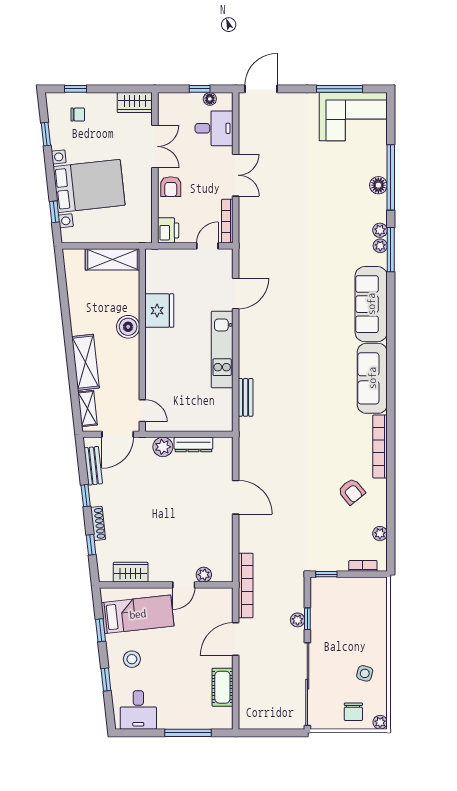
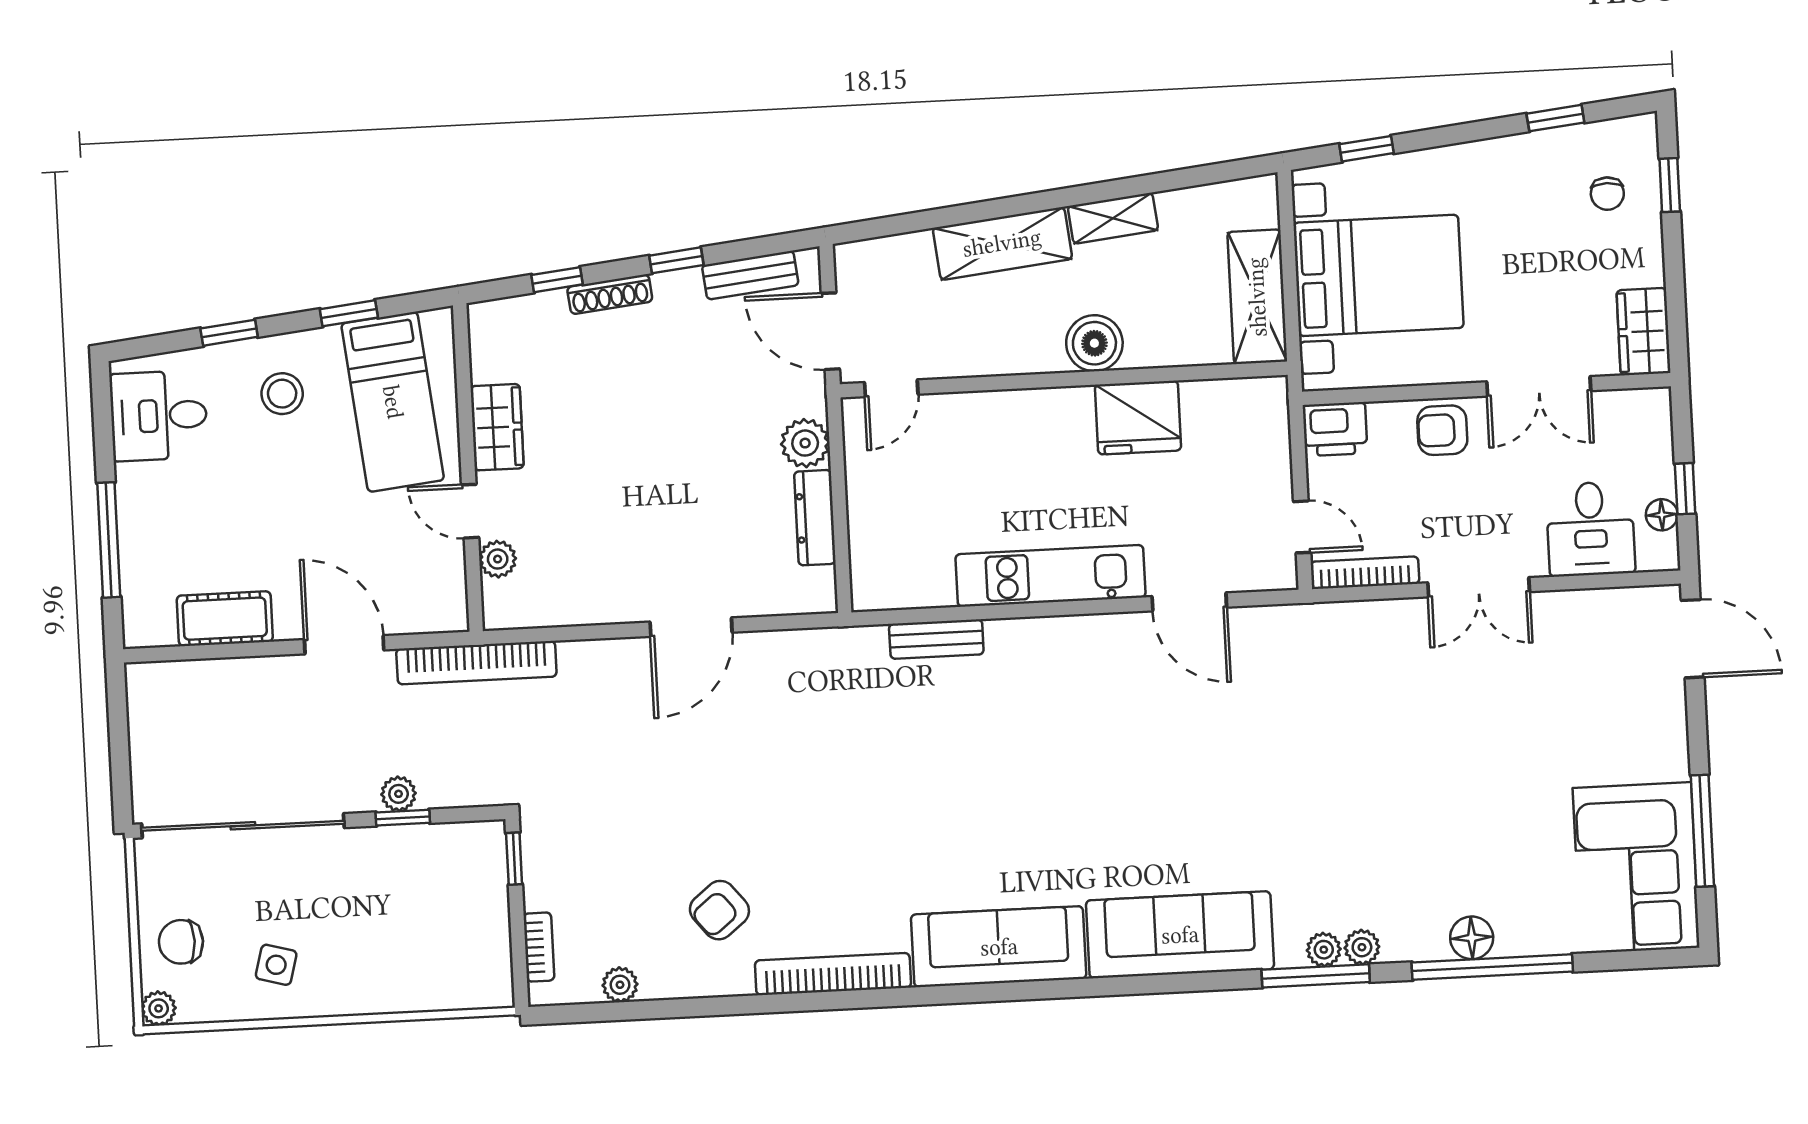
bed with nightstands: (89, 186) -> (1379, 275), moved, turned -84
shelving: (88, 408) -> (1113, 218), moved
wardrobe: (131, 572) -> (497, 427), moved

